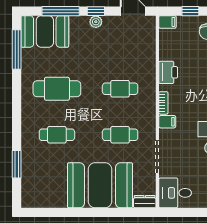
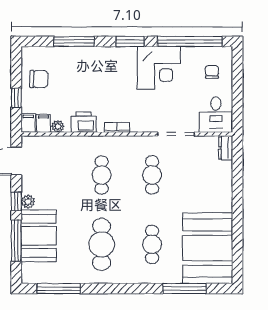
booth: (45, 31) -> (39, 236), moved
plant: (164, 49) -> (58, 126), added
filing cabinet: (167, 122) -> (44, 123), moved
window: (17, 164) -> (185, 289), width x1.44
booth: (100, 185) -> (208, 248), moved

